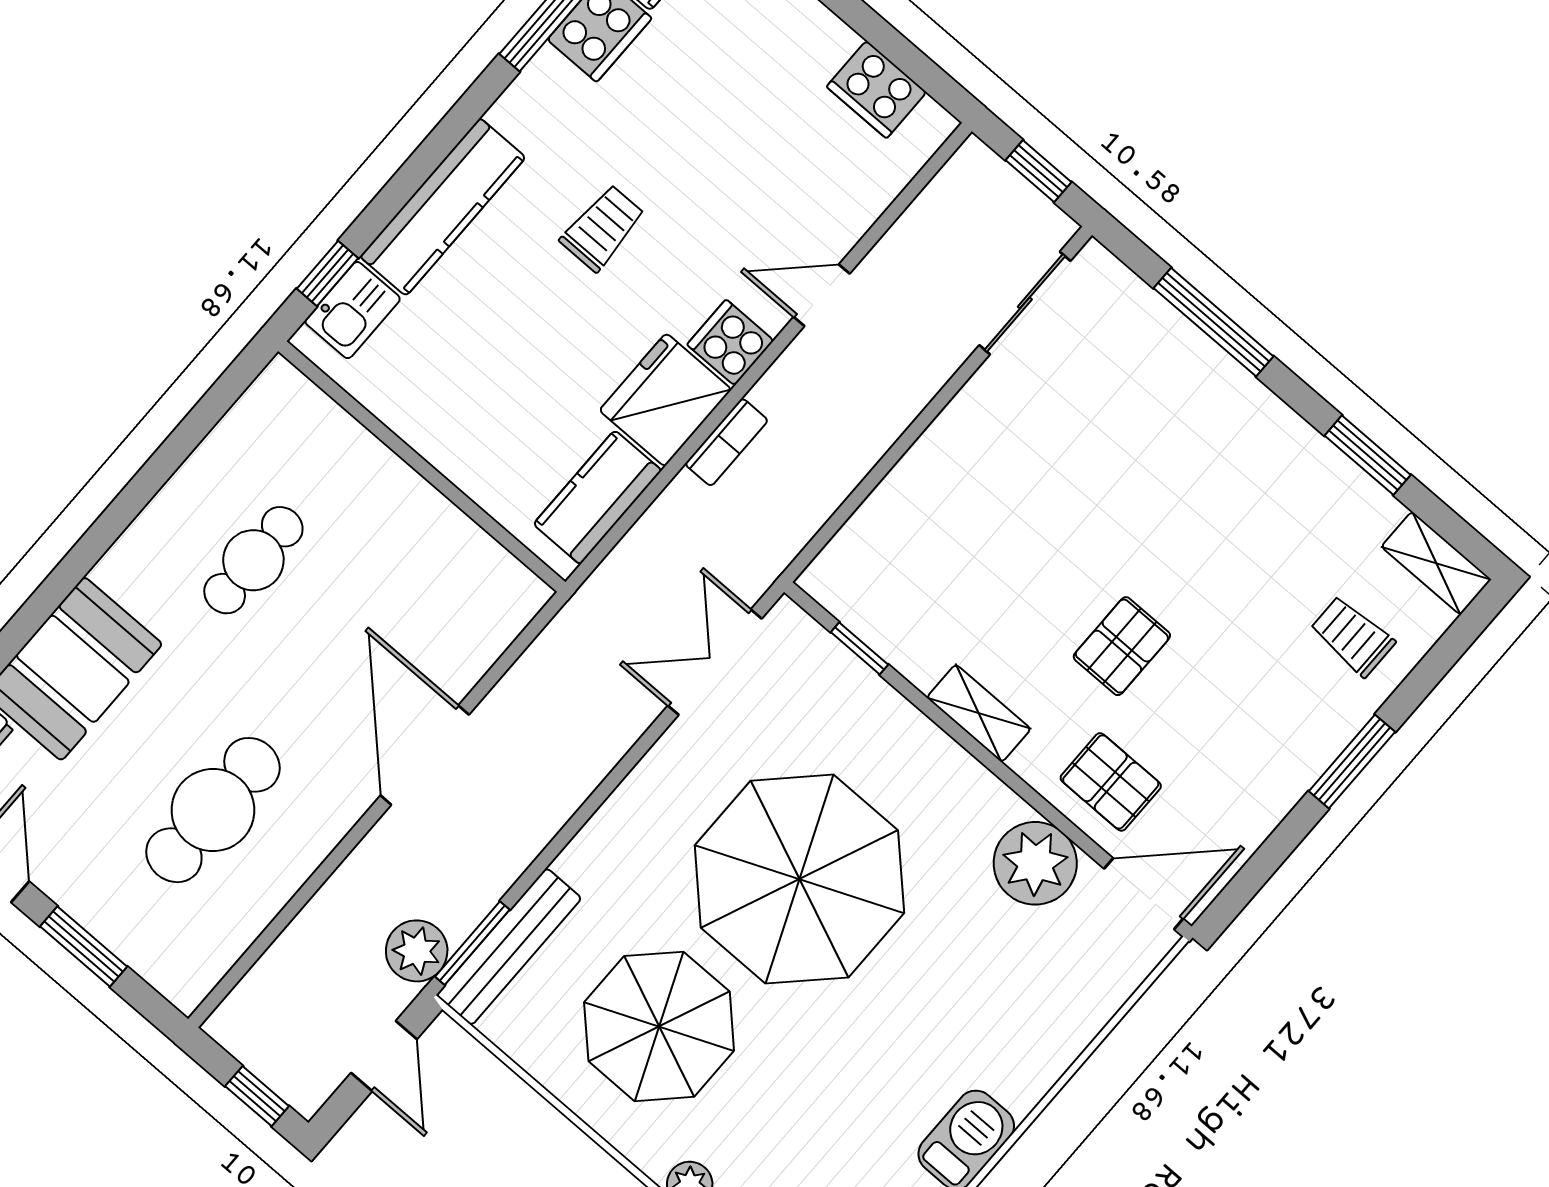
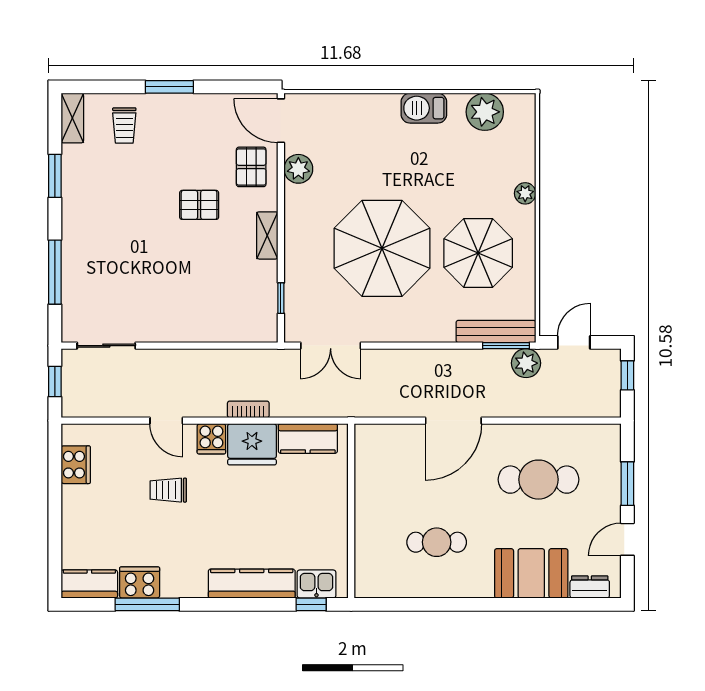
trolley: (603, 228) -> (168, 490), moved
plant: (1035, 863) -> (298, 169), width x0.73, depth x0.73

